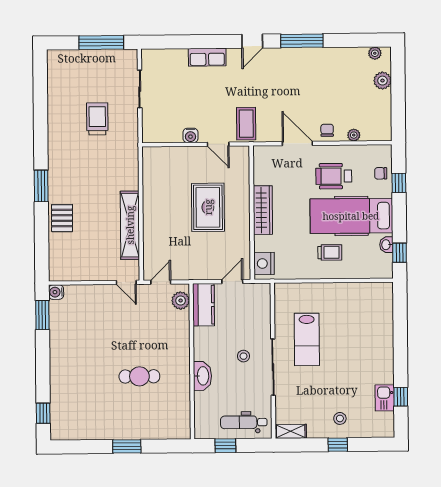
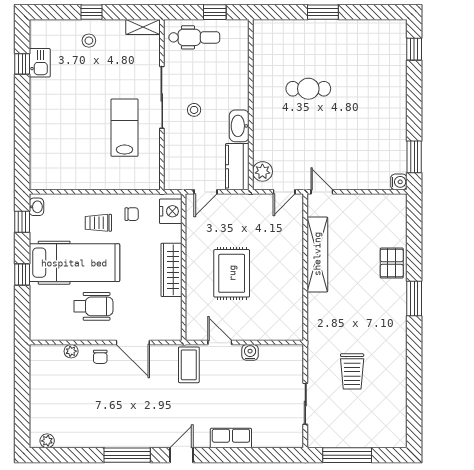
plant: (382, 81) -> (39, 411), removed
chair: (381, 173) -> (132, 214), moved
window: (399, 183) -> (22, 275), moved
washbasin: (386, 245) -> (36, 207), moved
washbasin: (202, 376) -> (239, 126), moved

